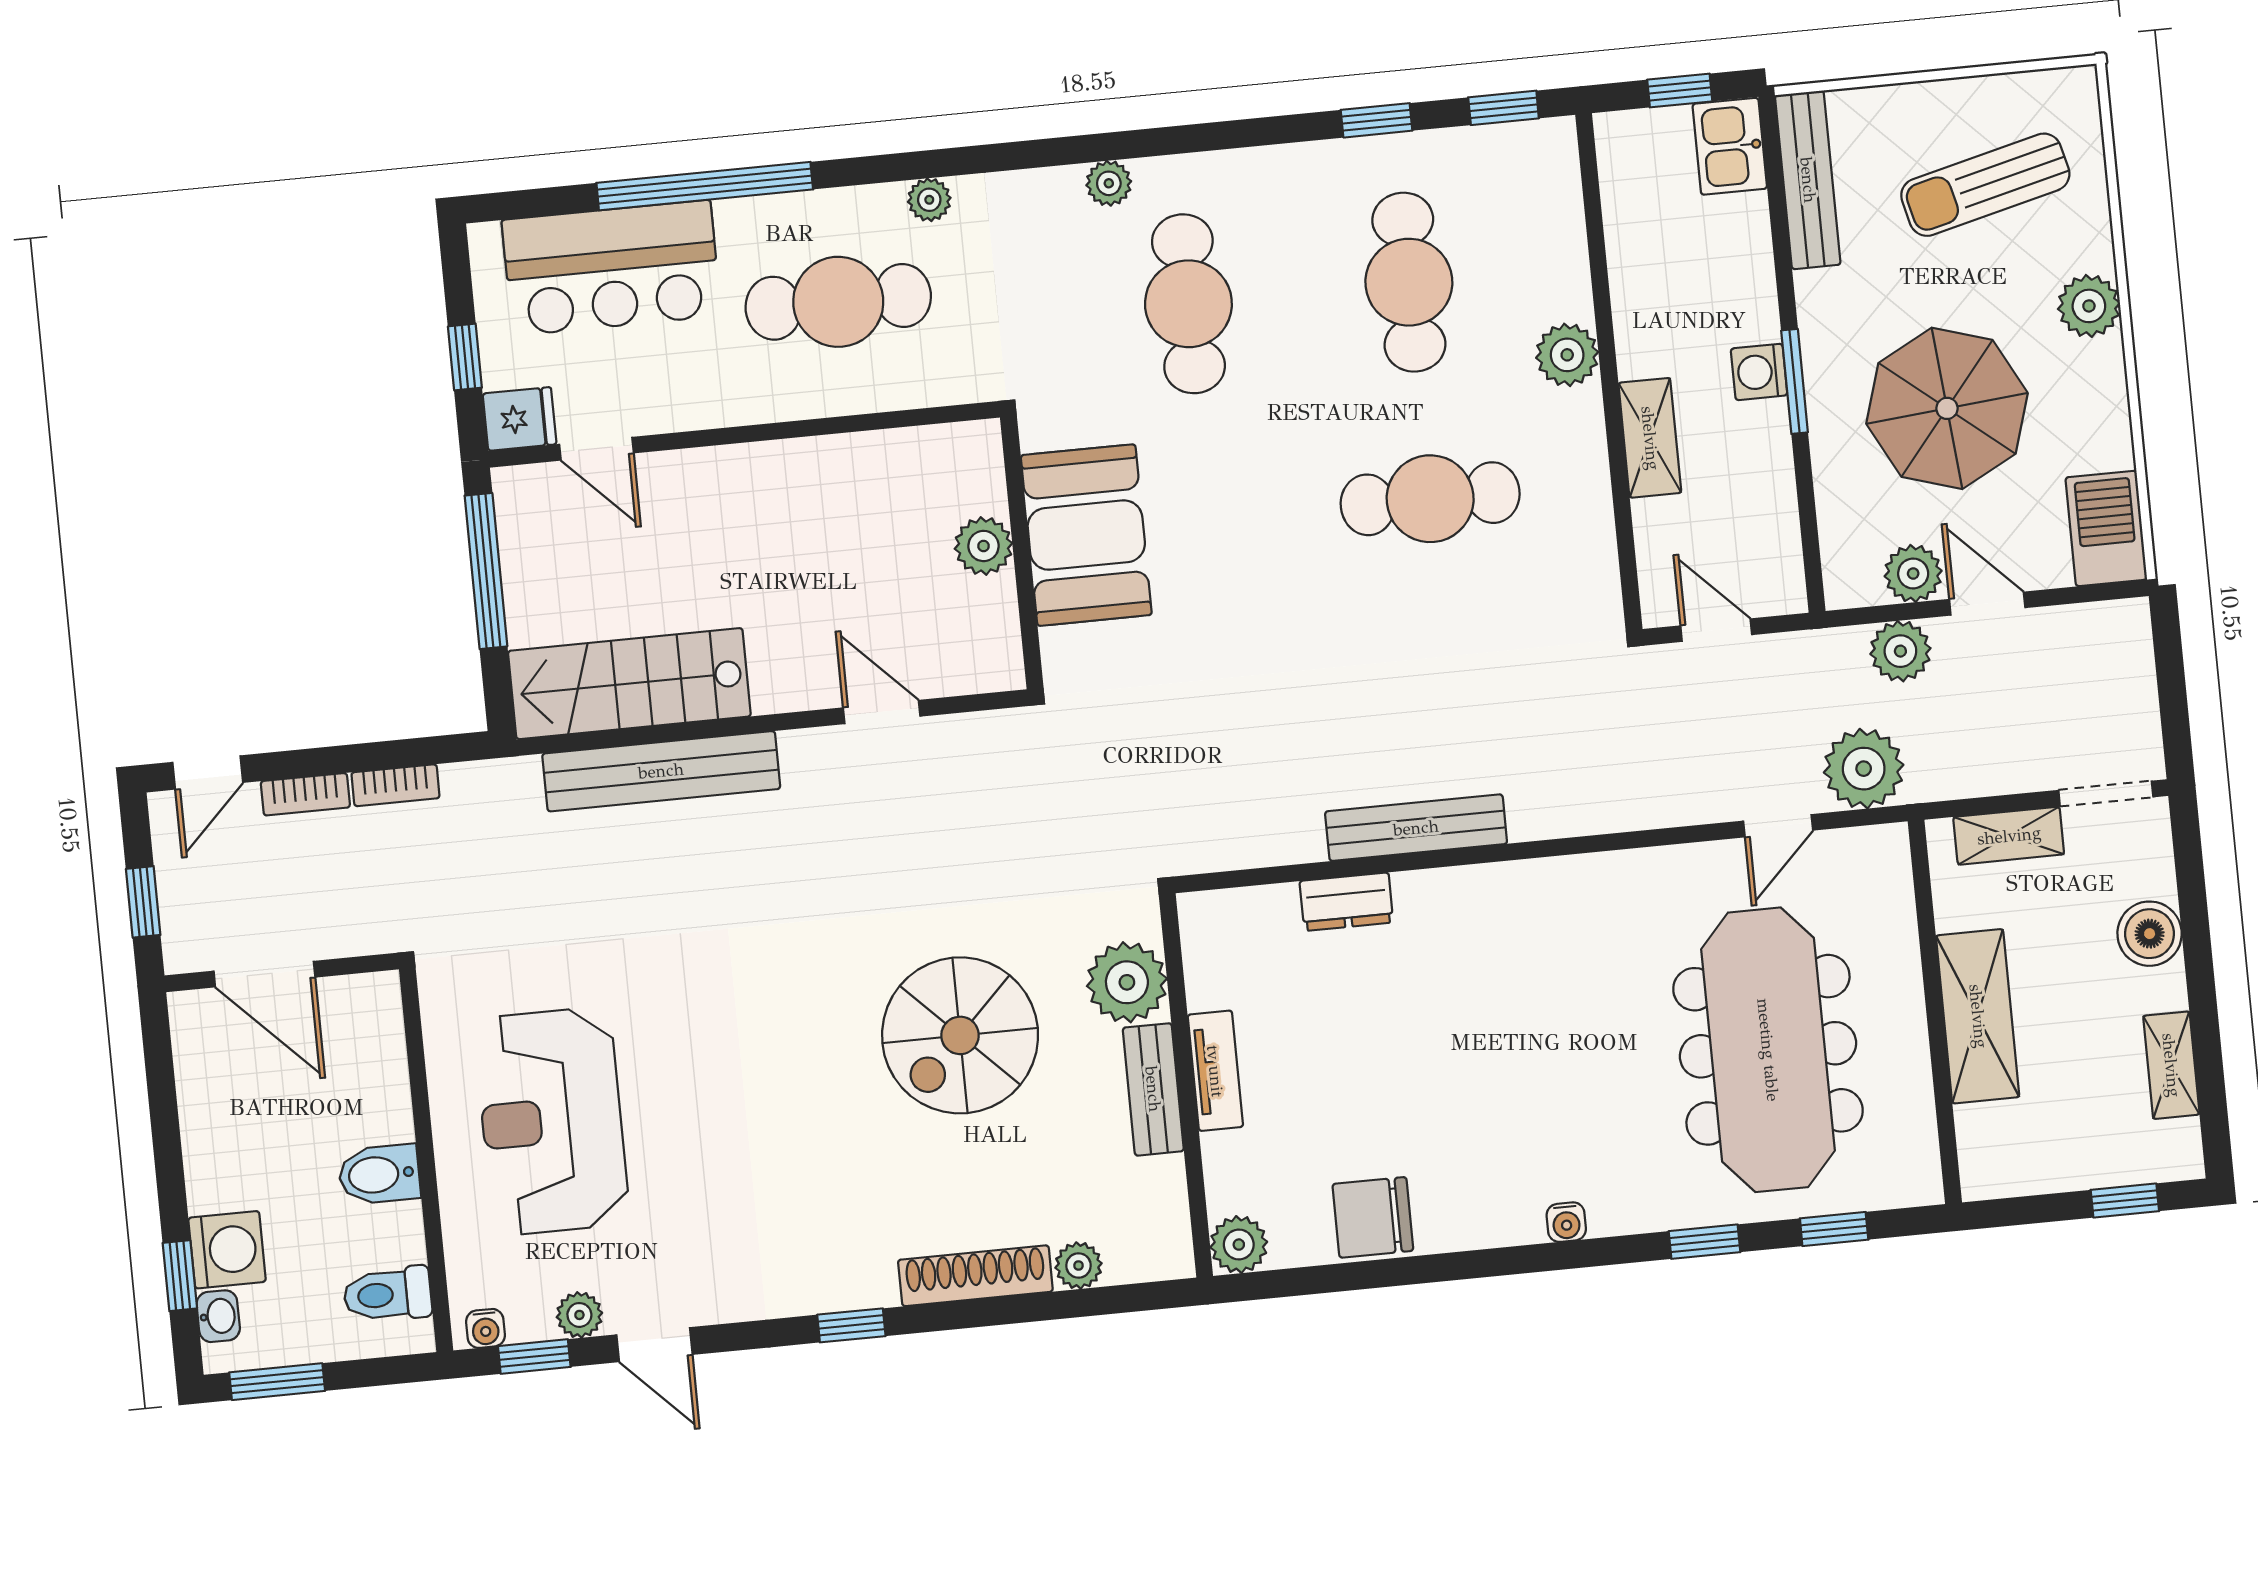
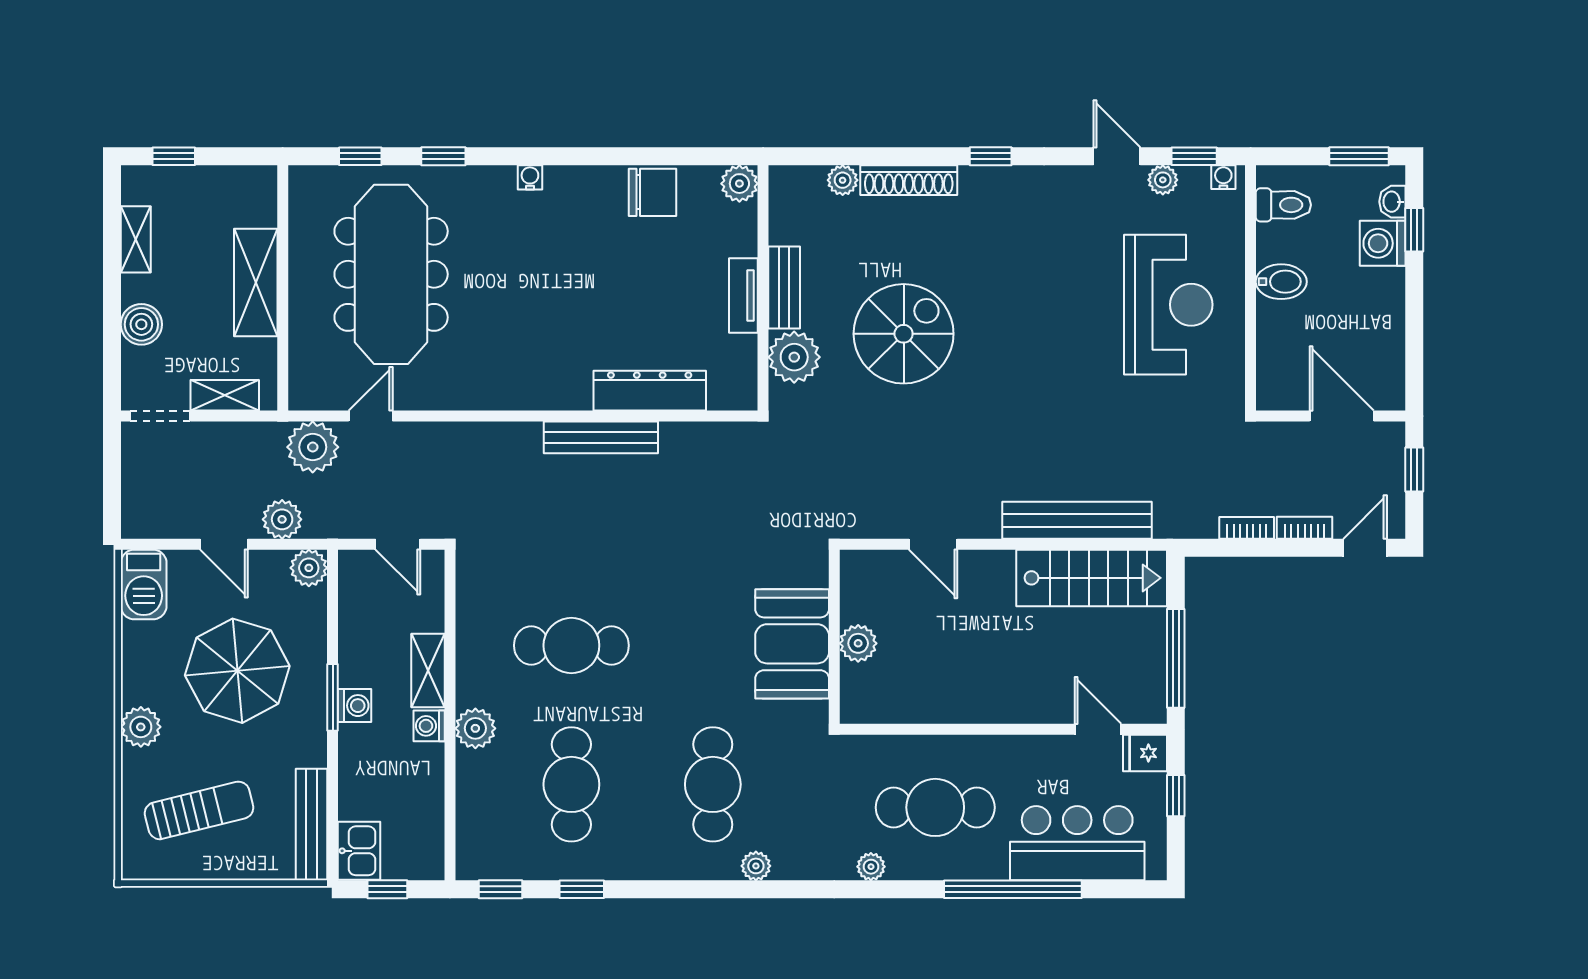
washing machine: (1640, 352) -> (429, 726), added
plant: (1913, 574) -> (309, 568), moved
dresser: (1346, 902) -> (650, 391), width x1.96, depth x1.24

